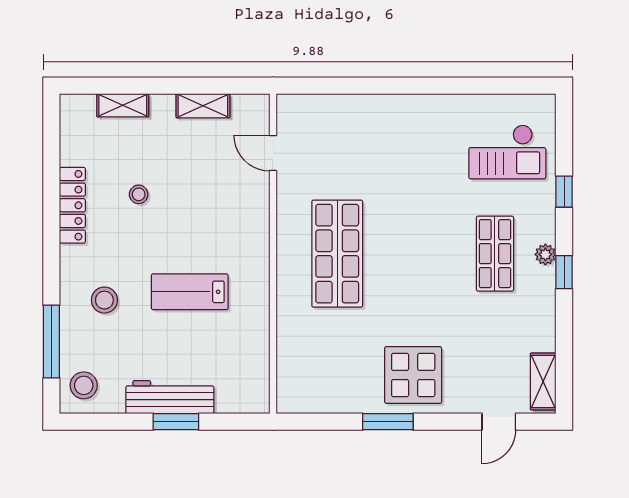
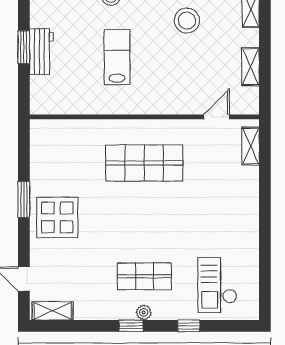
shelving: (314, 106) -> (251, 146), added
stool: (139, 194) -> (187, 21), width x1.89, depth x1.89
workbench: (170, 397) -> (41, 52), width x0.73

